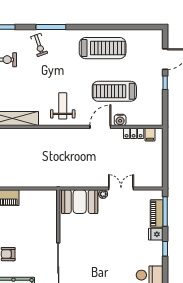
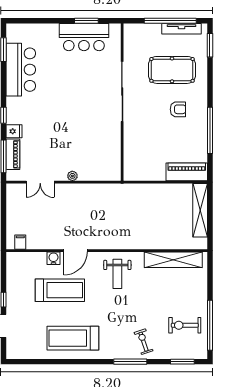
locker: (134, 133) -> (38, 243), removed
double door: (121, 188) -> (40, 182), moved
booth: (80, 202) -> (98, 167), removed

